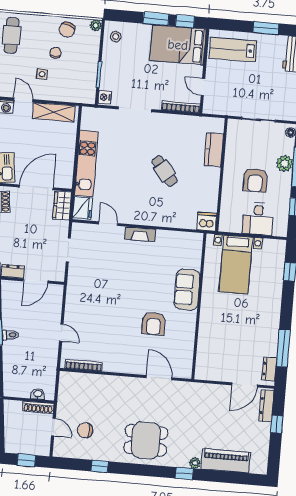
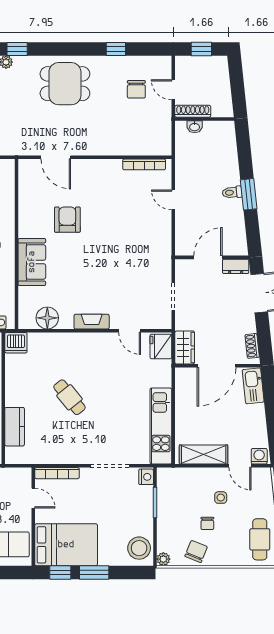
stool: (116, 37) -> (139, 548), width x1.89, depth x1.89
kitchen unit: (86, 163) -> (161, 426), moved
floor lamp: (178, 241) -> (47, 318), added
chair: (85, 430) -> (136, 89), turned 90

